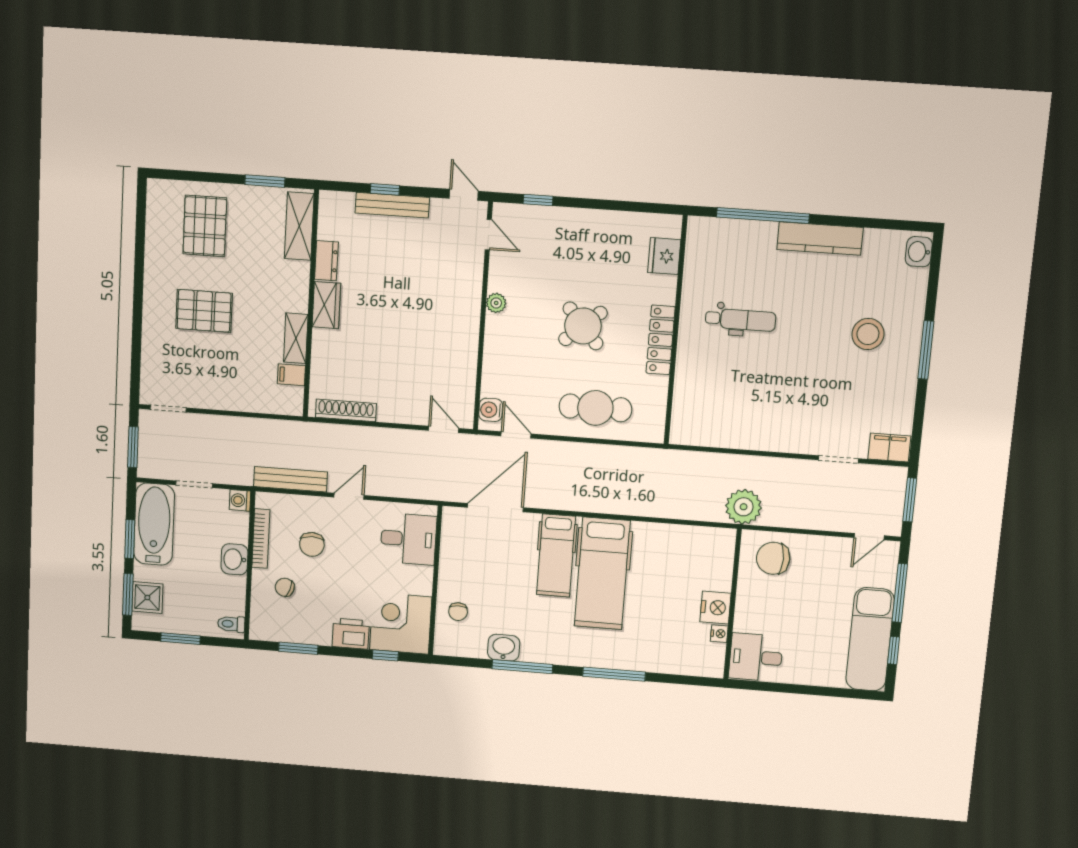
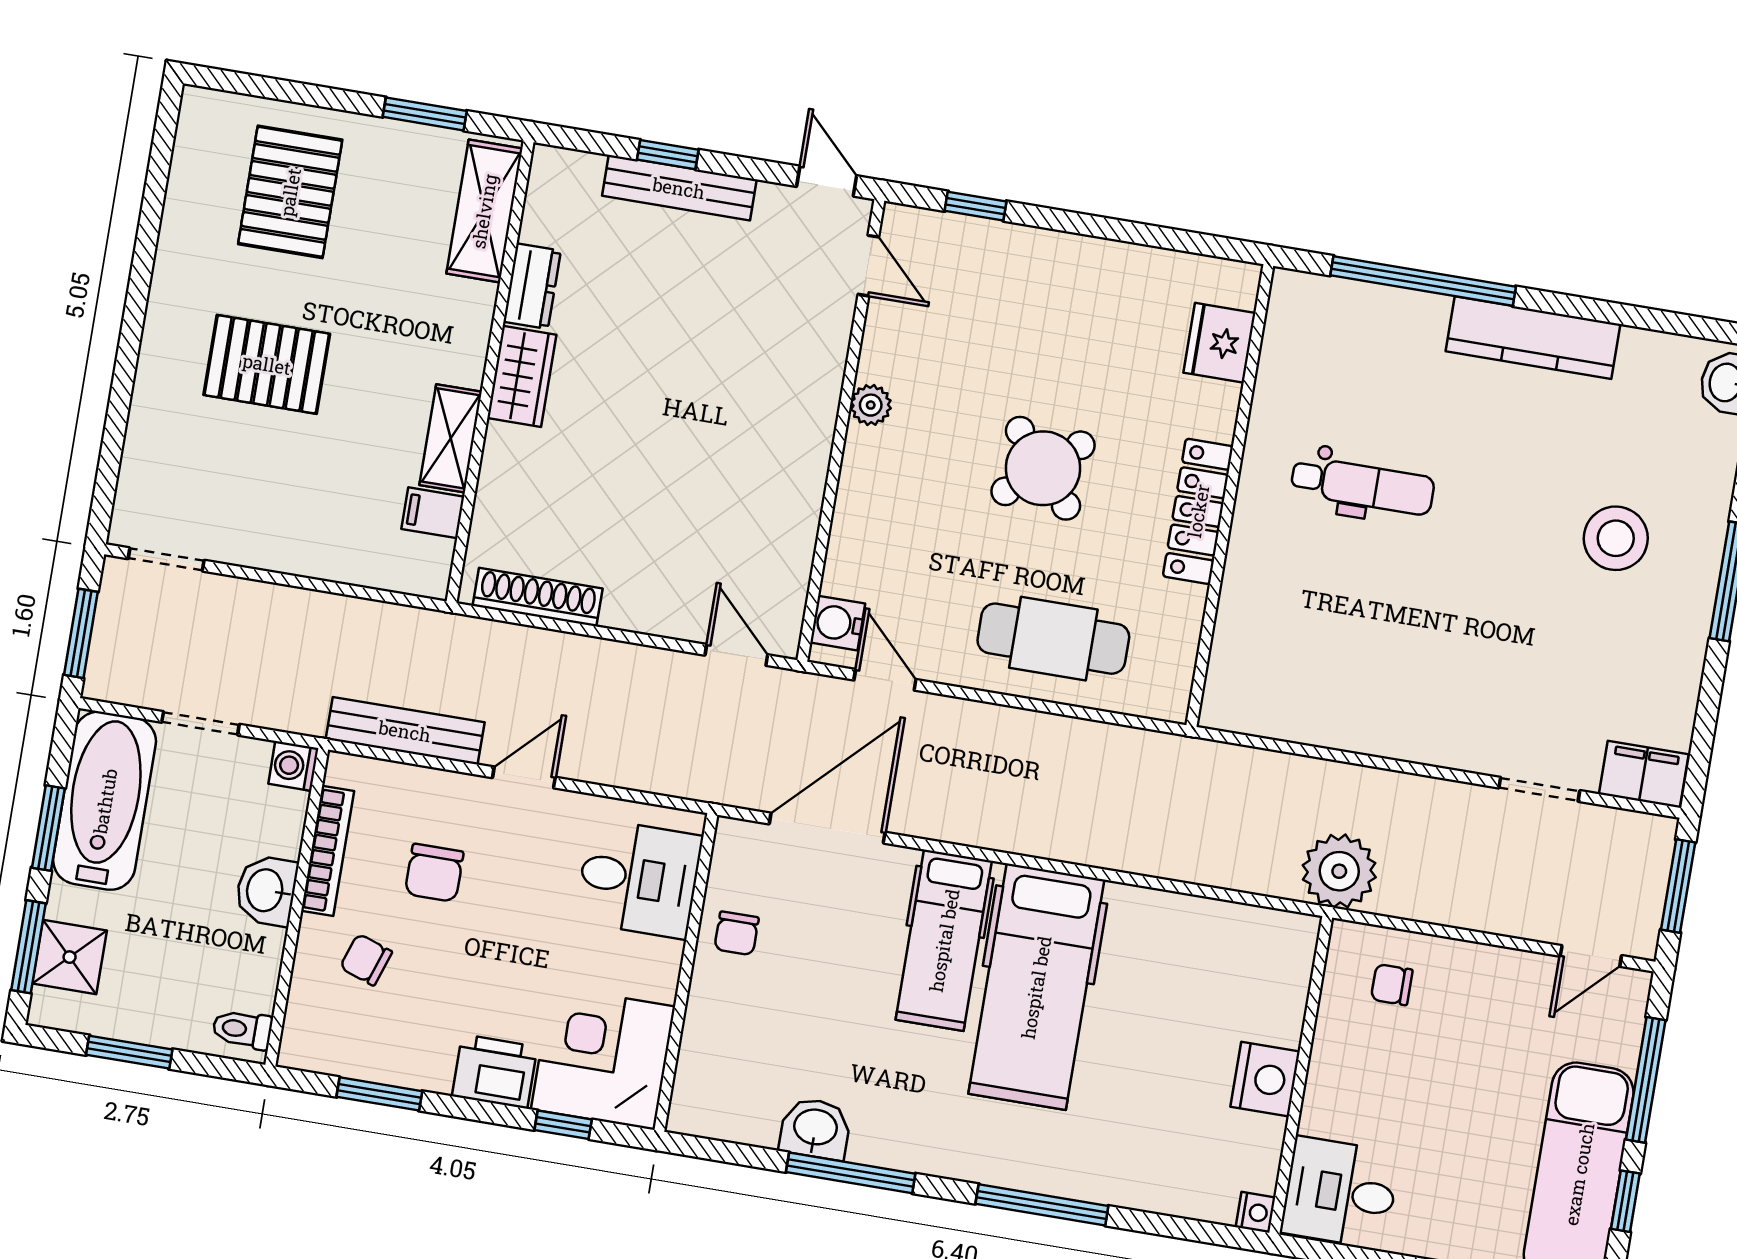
chair: (773, 558) -> (1392, 985), width x0.54, depth x0.54
chair: (458, 612) -> (737, 933), moved
nightstand: (719, 634) -> (1256, 1212), moved

